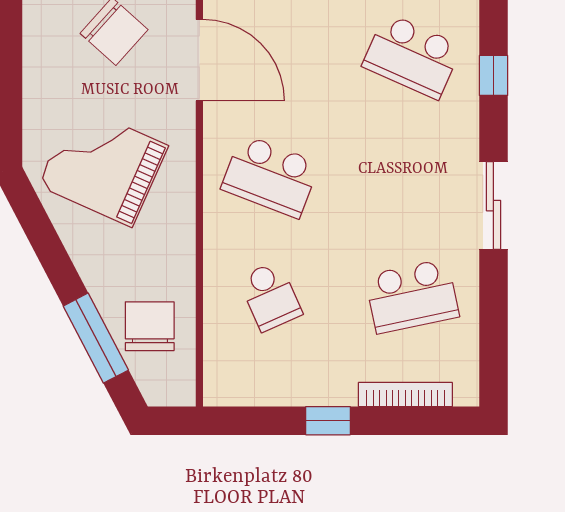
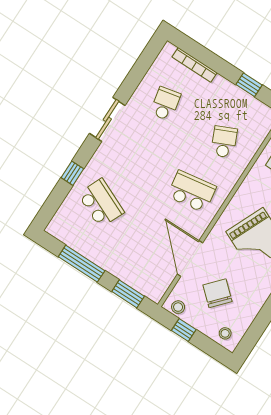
school desk: (270, 176) -> (192, 191), turned -30
school desk: (412, 296) -> (165, 104), width x0.54
window: (328, 421) -> (249, 85), moved

